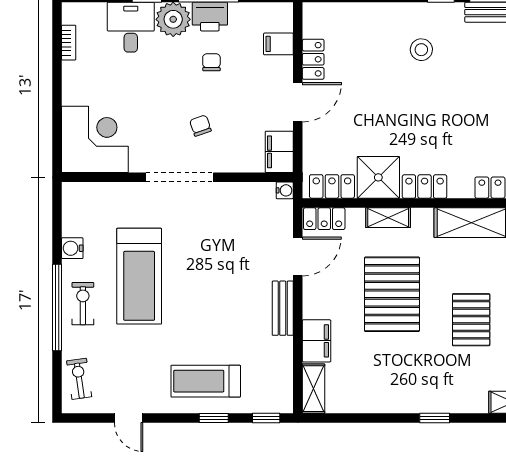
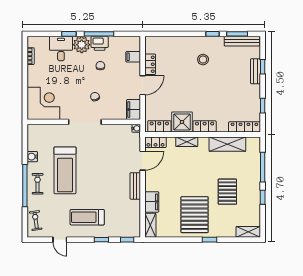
pallet: (392, 294) -> (195, 215), moved
treadmill: (206, 381) -> (87, 217), moved

